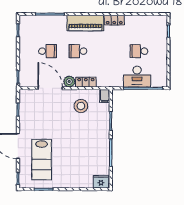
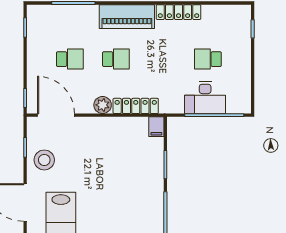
locker: (114, 20) -> (179, 12), width x1.53
school desk: (78, 51) -> (116, 59), turned 180
locker: (86, 82) -> (136, 106), width x1.53
door: (50, 88) -> (56, 115), moved
stool: (81, 106) -> (44, 160), moved

